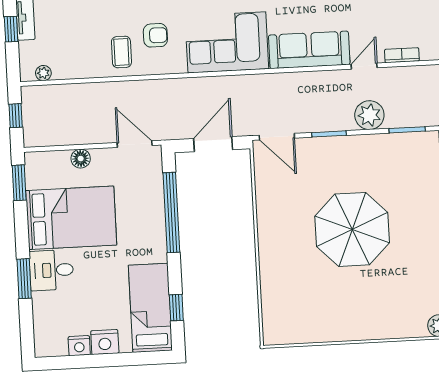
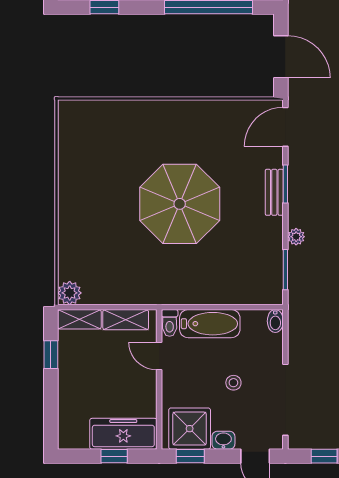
plant: (369, 115) -> (296, 237), width x0.53, depth x0.53
bench: (337, 144) -> (274, 192), added

